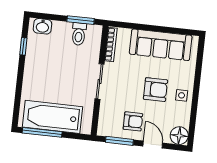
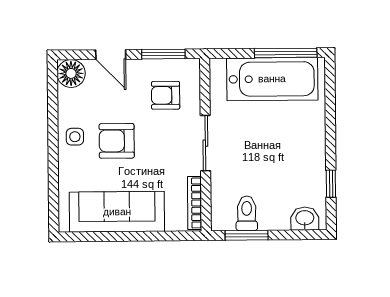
armchair: (133, 121) -> (166, 95), moved

